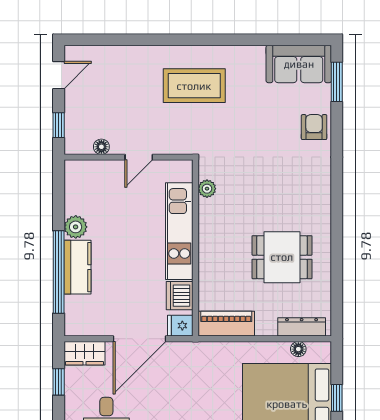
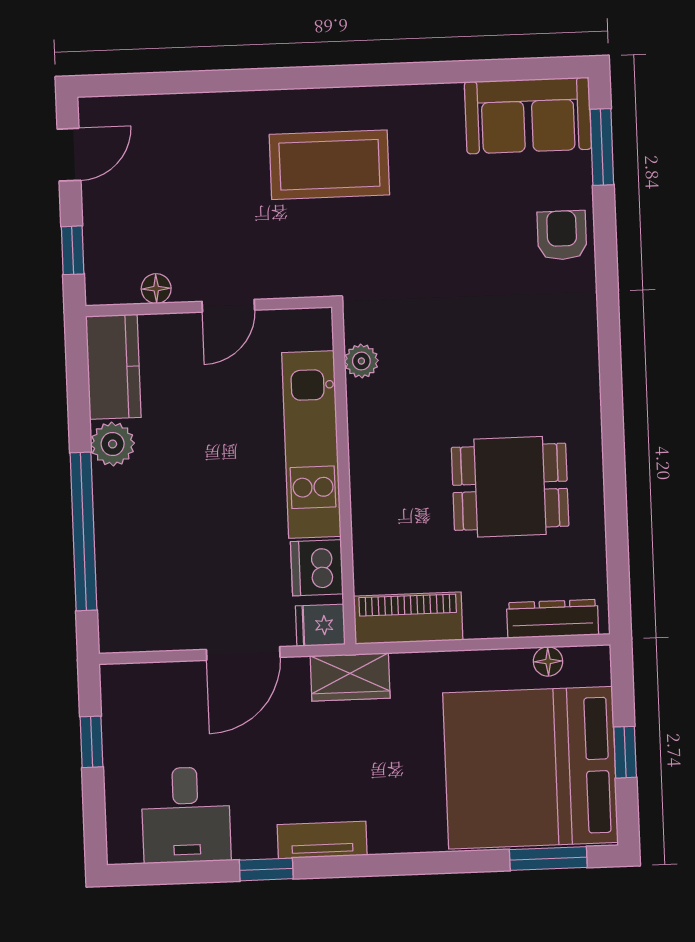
kitchen counter: (78, 267) -> (113, 367), moved
door: (140, 339) -> (243, 653), width x0.73
wardrobe: (84, 353) -> (350, 677), moved

